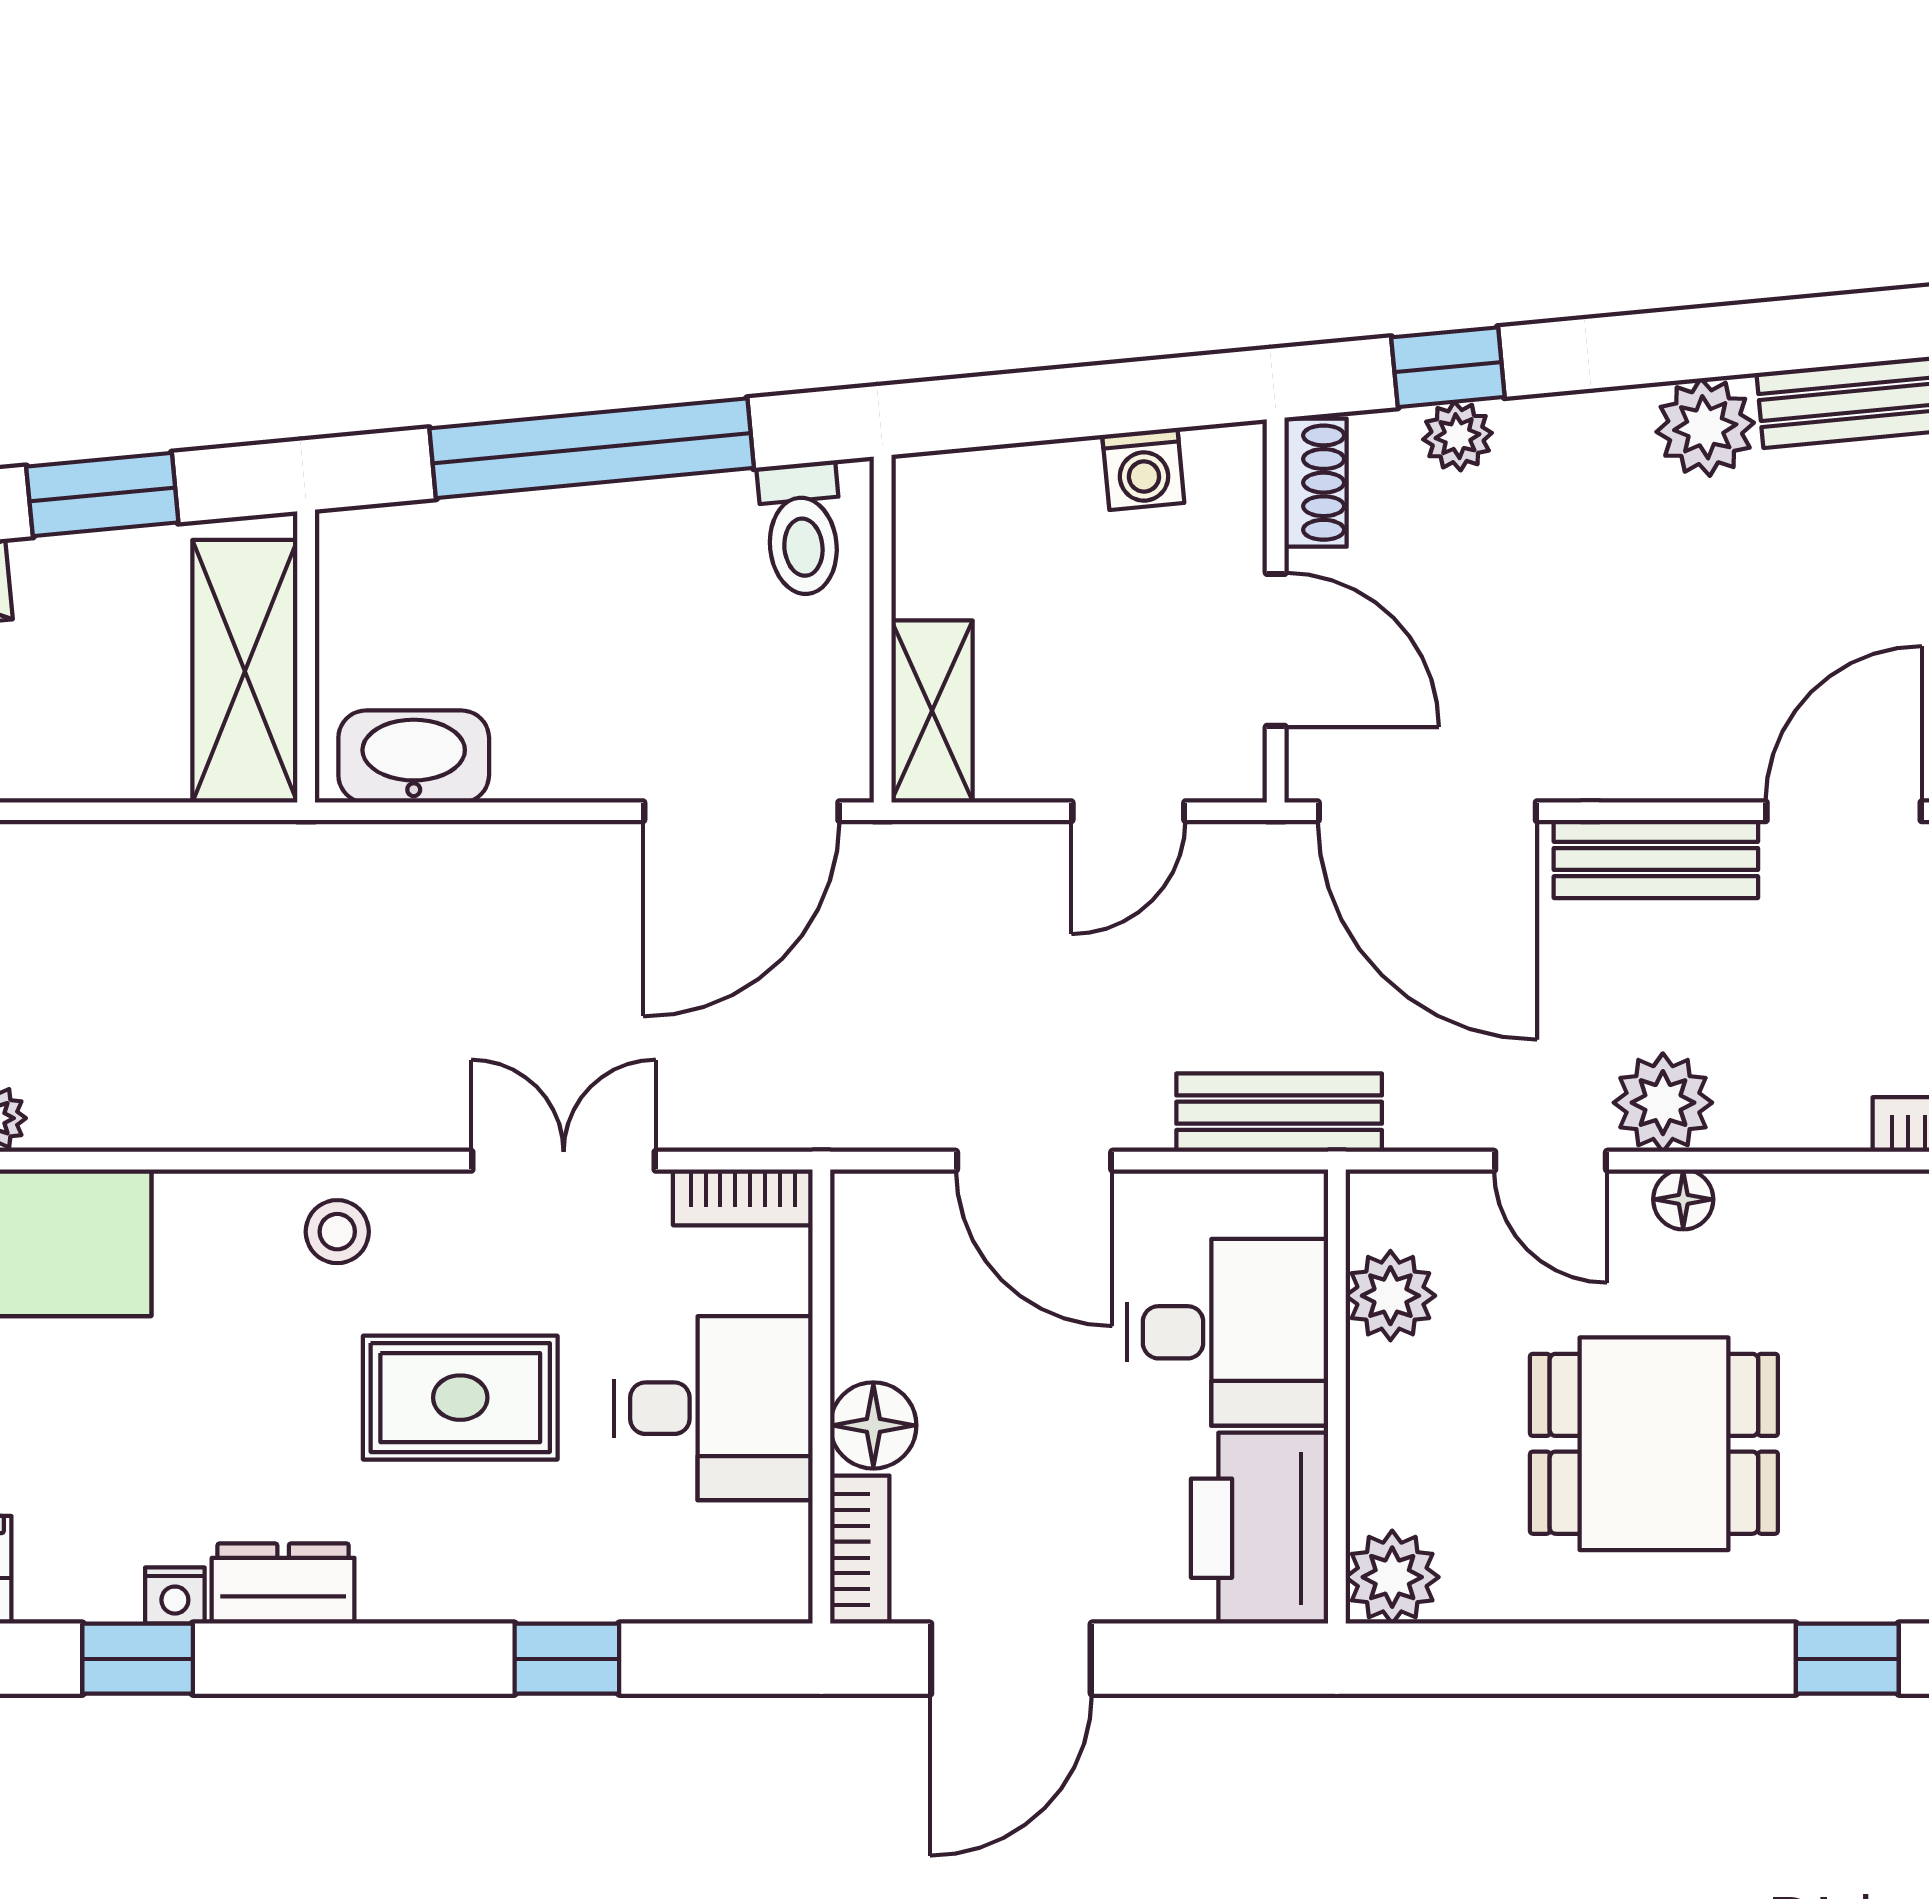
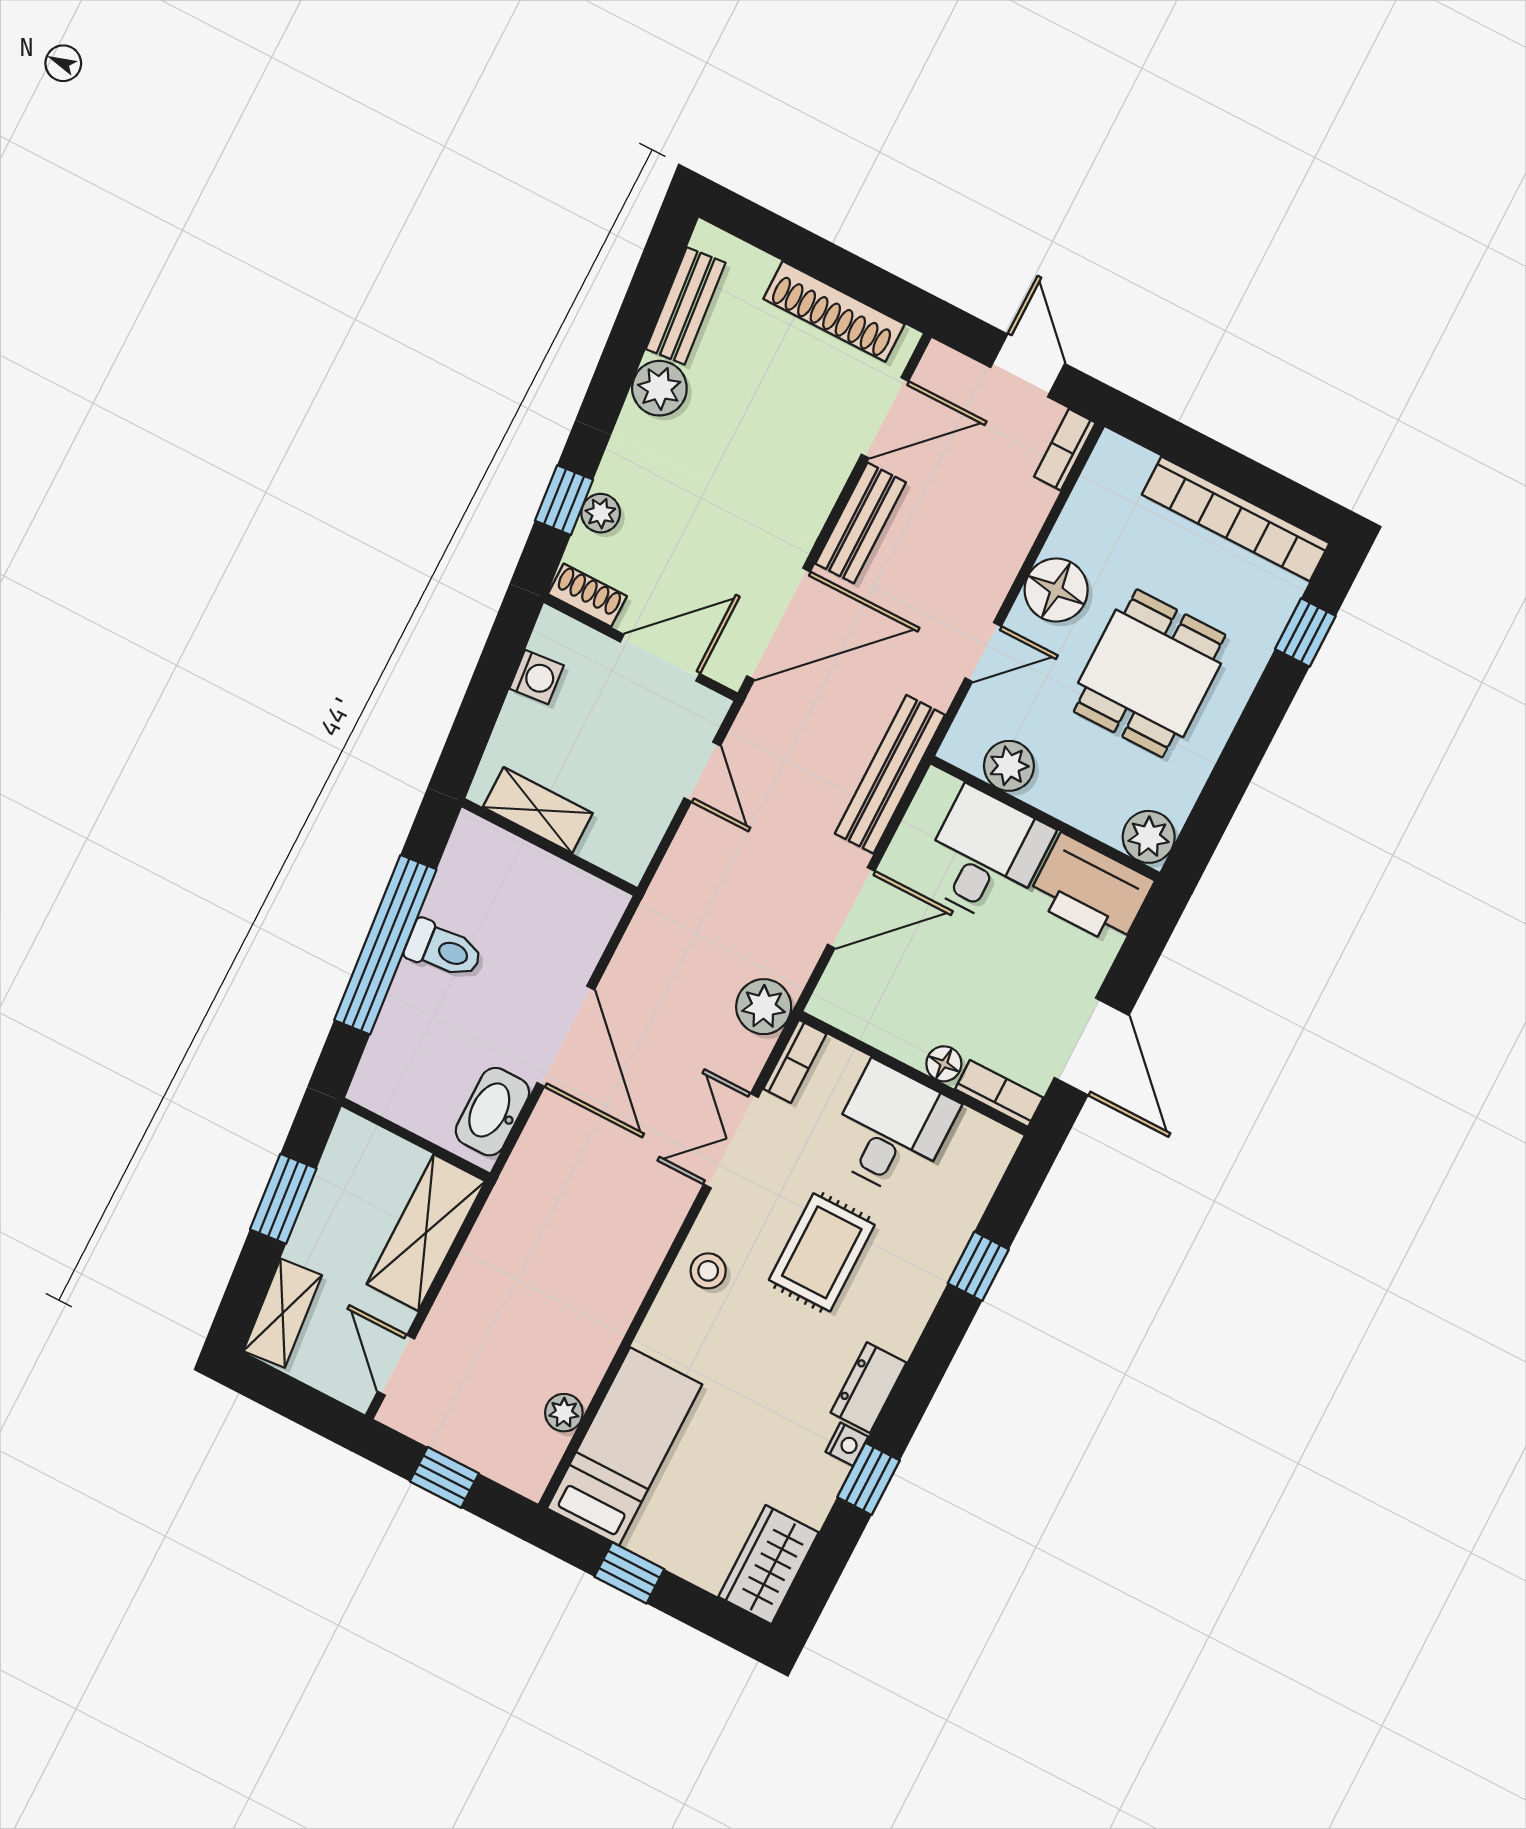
toilet: (802, 529) -> (444, 949), moved
shelving: (245, 671) -> (426, 1233), moved, turned 90
shelving: (932, 711) -> (538, 810), moved
door: (741, 811) -> (566, 1036), moved
door: (1844, 811) -> (885, 418), swing flipped
plant: (1663, 1103) -> (764, 1007), moved
bench: (1279, 1113) -> (890, 774), width x1.36
floor lamp: (1683, 1199) -> (1056, 590), width x1.89, depth x1.89
floor lamp: (873, 1425) -> (944, 1064), width x0.73, depth x0.73

